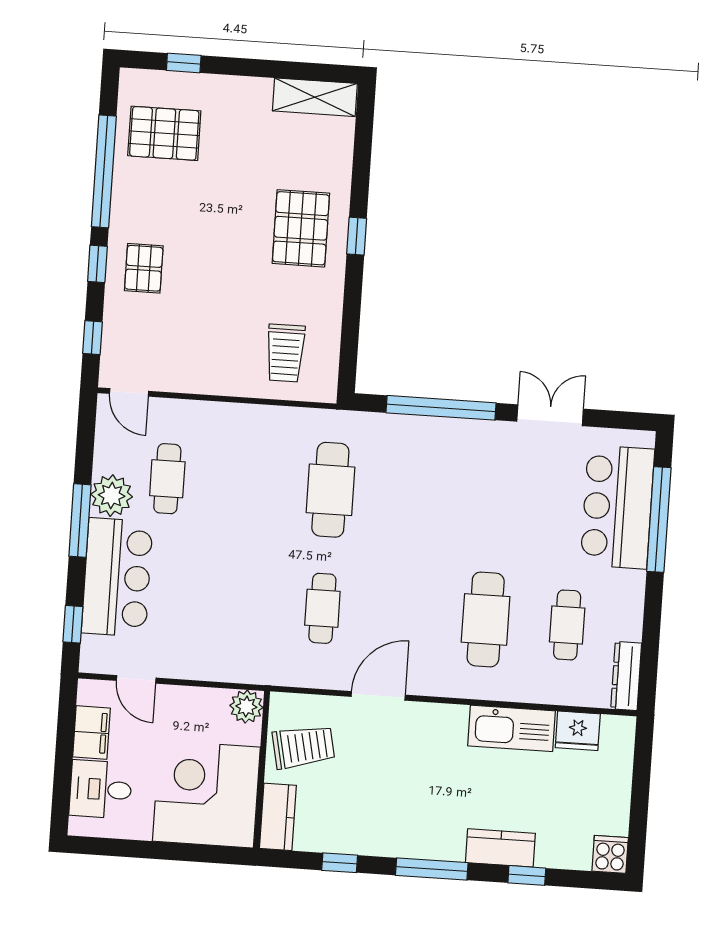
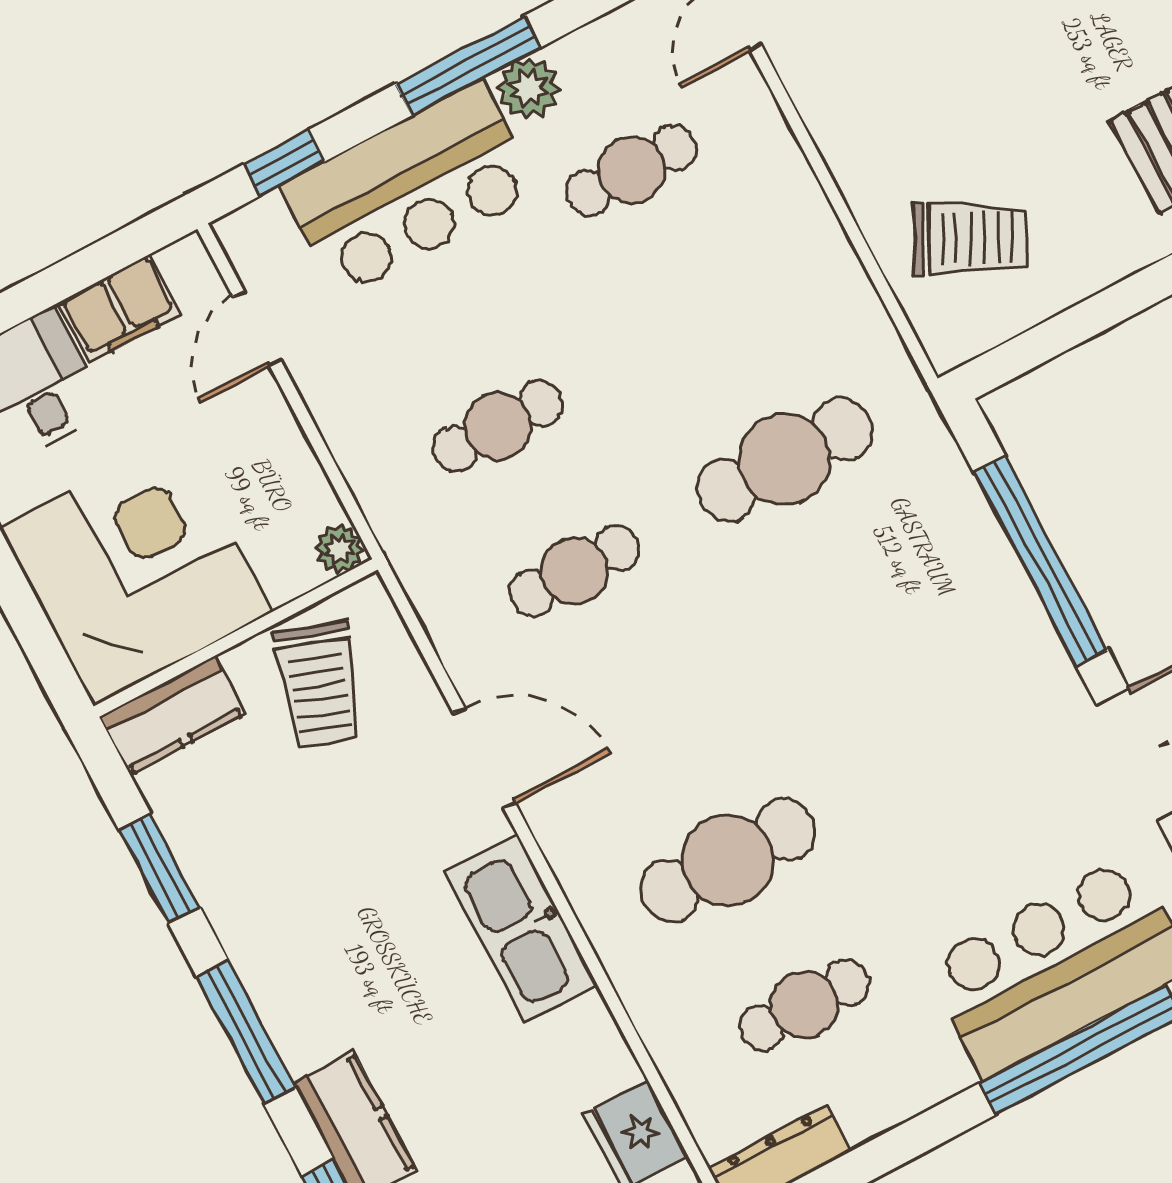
trolley: (285, 353) -> (970, 238), turned -153
plant: (112, 496) -> (529, 88), width x0.73, depth x0.73
cafe table: (241, 603) -> (498, 426), added
plant: (246, 707) -> (339, 549), width x0.73, depth x0.73
kitchen sink: (511, 728) -> (522, 928), moved
trolley: (303, 747) -> (319, 685), turned 31
window: (340, 863) -> (160, 869), width x1.50

